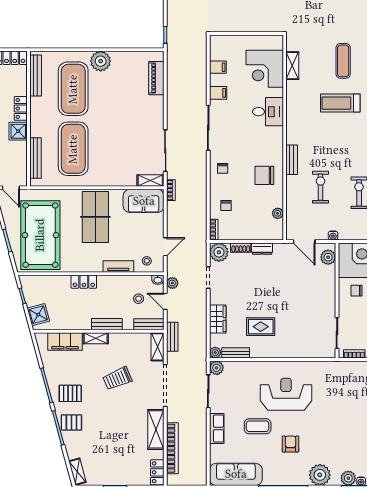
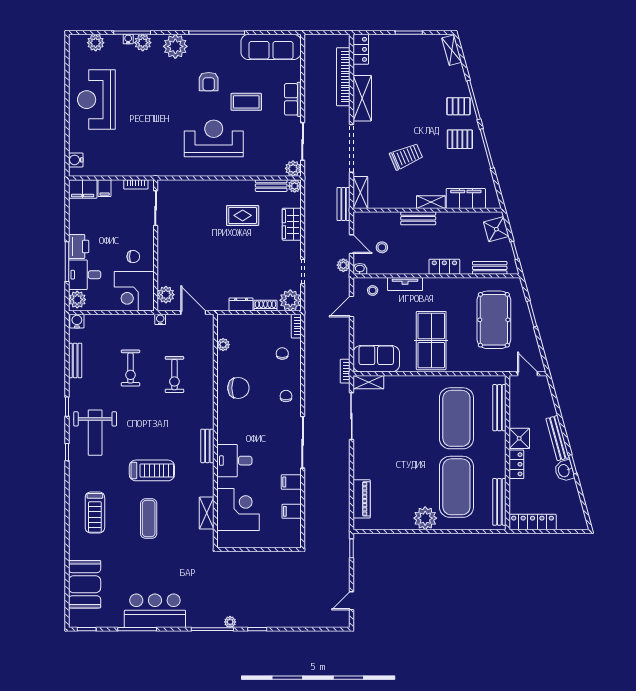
bench: (292, 160) -> (207, 446), moved
pool table: (40, 235) -> (494, 320), width x0.73, depth x0.76
bench: (149, 324) -> (490, 268), moved
reception desk: (286, 394) -> (214, 138), turned 180

